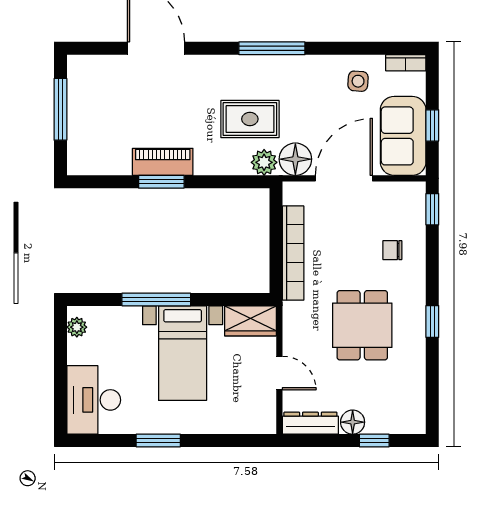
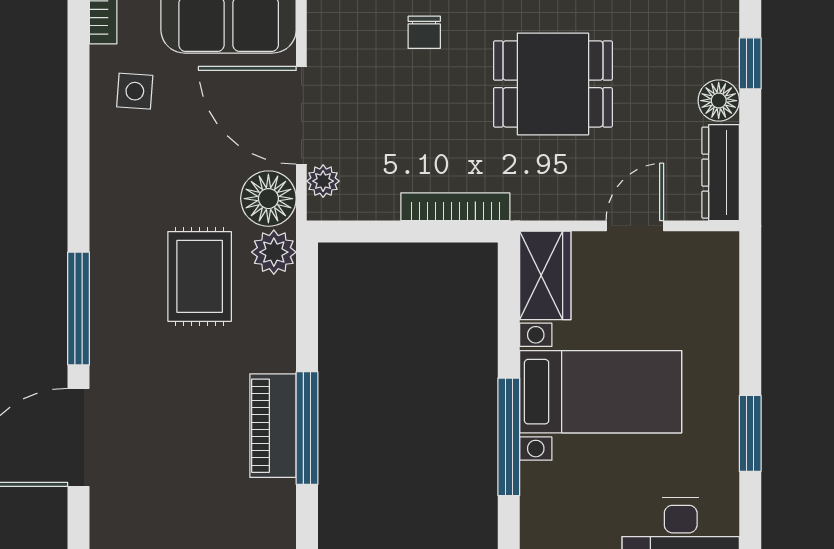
window: (272, 48) -> (79, 308), moved
window: (161, 182) -> (307, 428), width x1.44
plant: (306, 191) -> (323, 181), added
bookcase: (293, 253) -> (455, 207), width x0.68, depth x0.76

